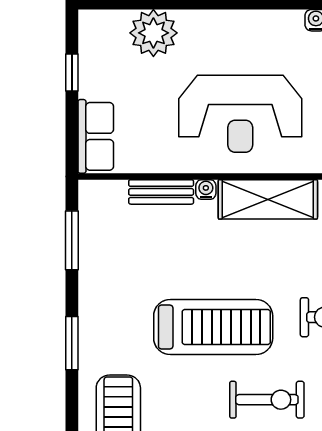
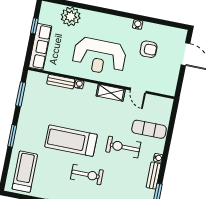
row of seats: (96, 136) -> (40, 47), width x1.48
shelving: (268, 199) -> (111, 93), width x0.67, depth x0.75
treadmill: (213, 327) -> (71, 141), turned 180

